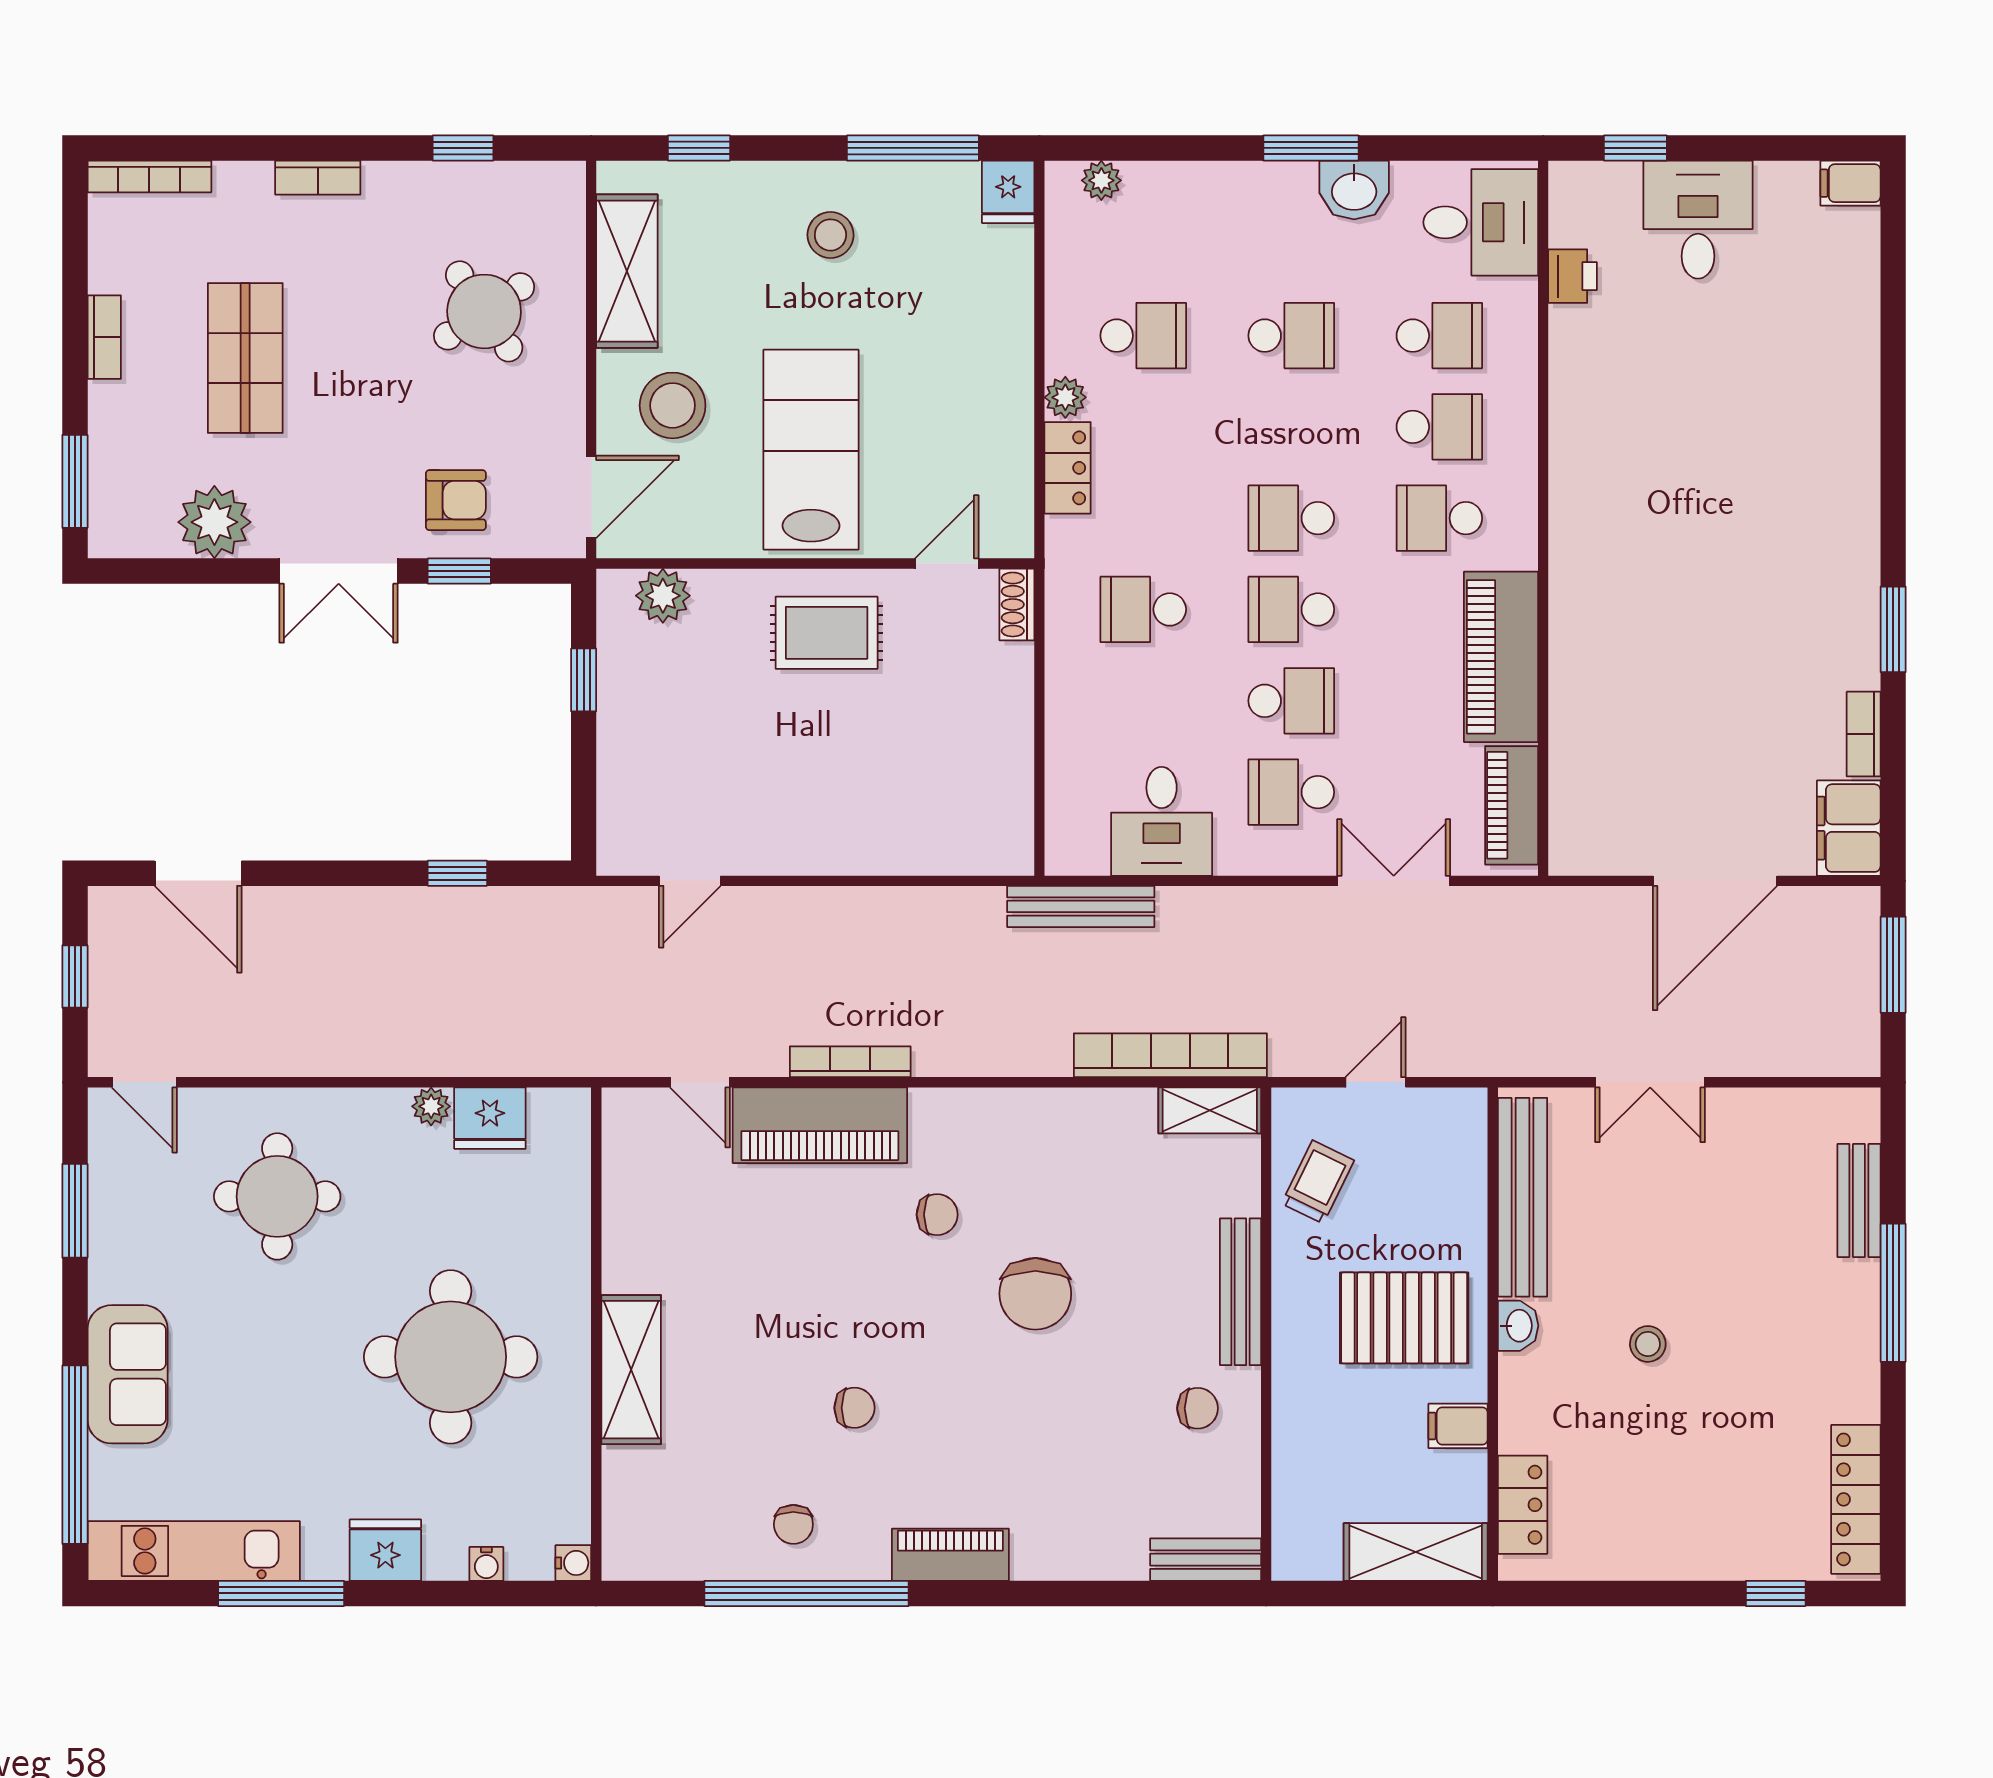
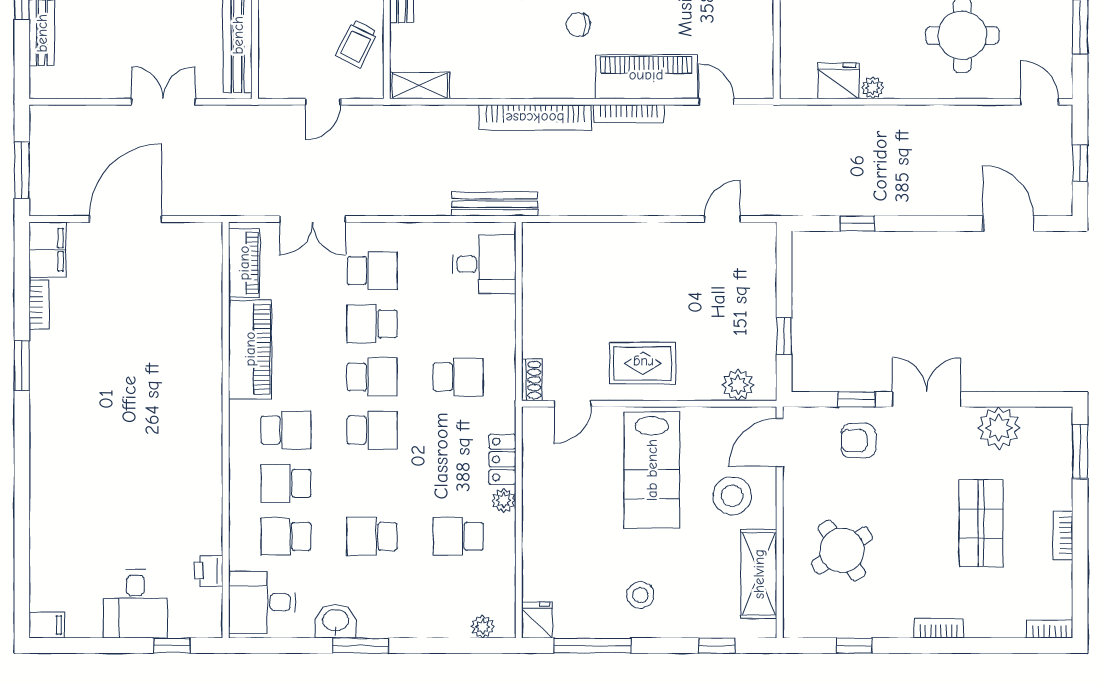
bookcase: (149, 176) -> (1050, 629), width x0.64
desk: (1162, 821) -> (484, 264), moved, turned 90
bookcase: (1170, 1055) -> (535, 118), moved

